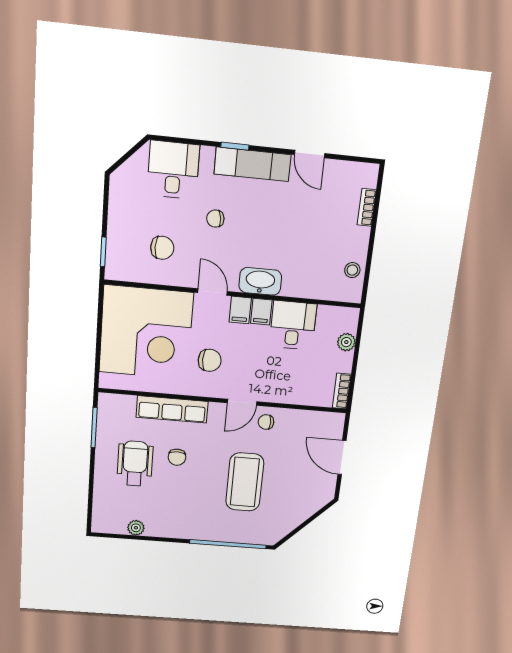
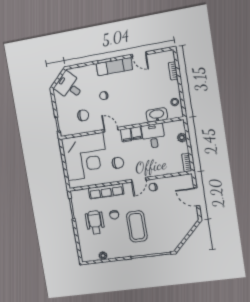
desk: (173, 170) -> (69, 86), moved, turned -45
washbasin: (260, 281) -> (157, 115), moved
coffee table: (245, 482) -> (137, 226), moved

